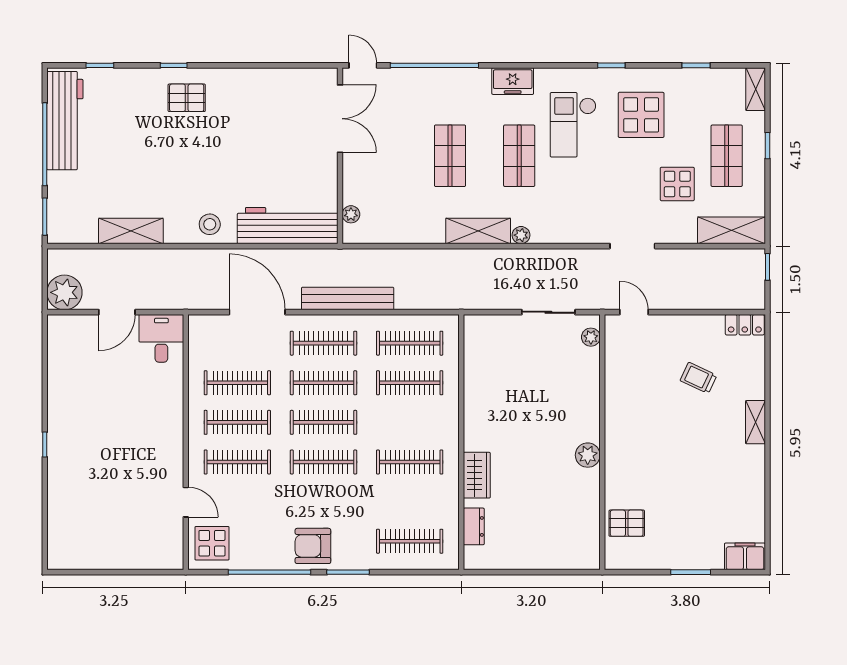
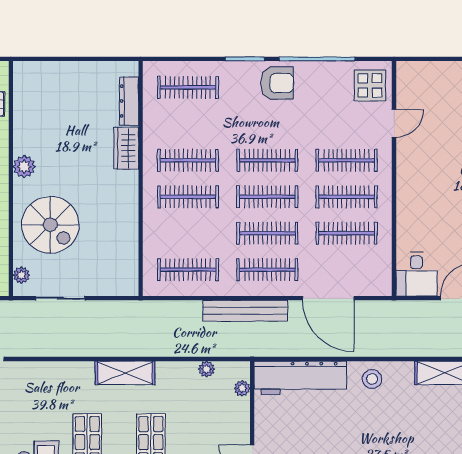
plant: (521, 235) -> (207, 369), moved
clothes rail: (410, 383) -> (188, 197), moved
spiral stairs: (559, 392) -> (50, 225), added
door: (186, 502) -> (394, 123), swing flipped
dresser: (474, 526) -> (129, 101), width x1.44

